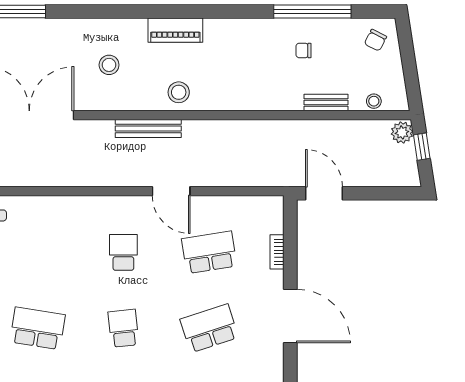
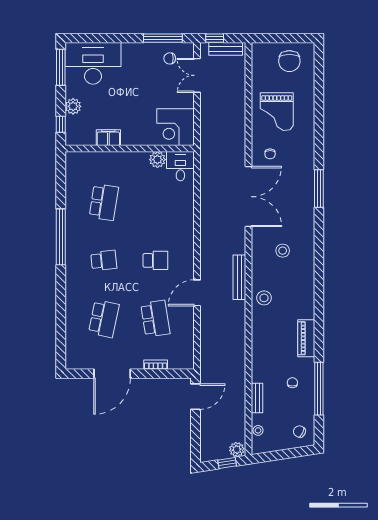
piano: (175, 30) -> (306, 338), moved
school desk: (209, 328) -> (104, 319), turned 30

